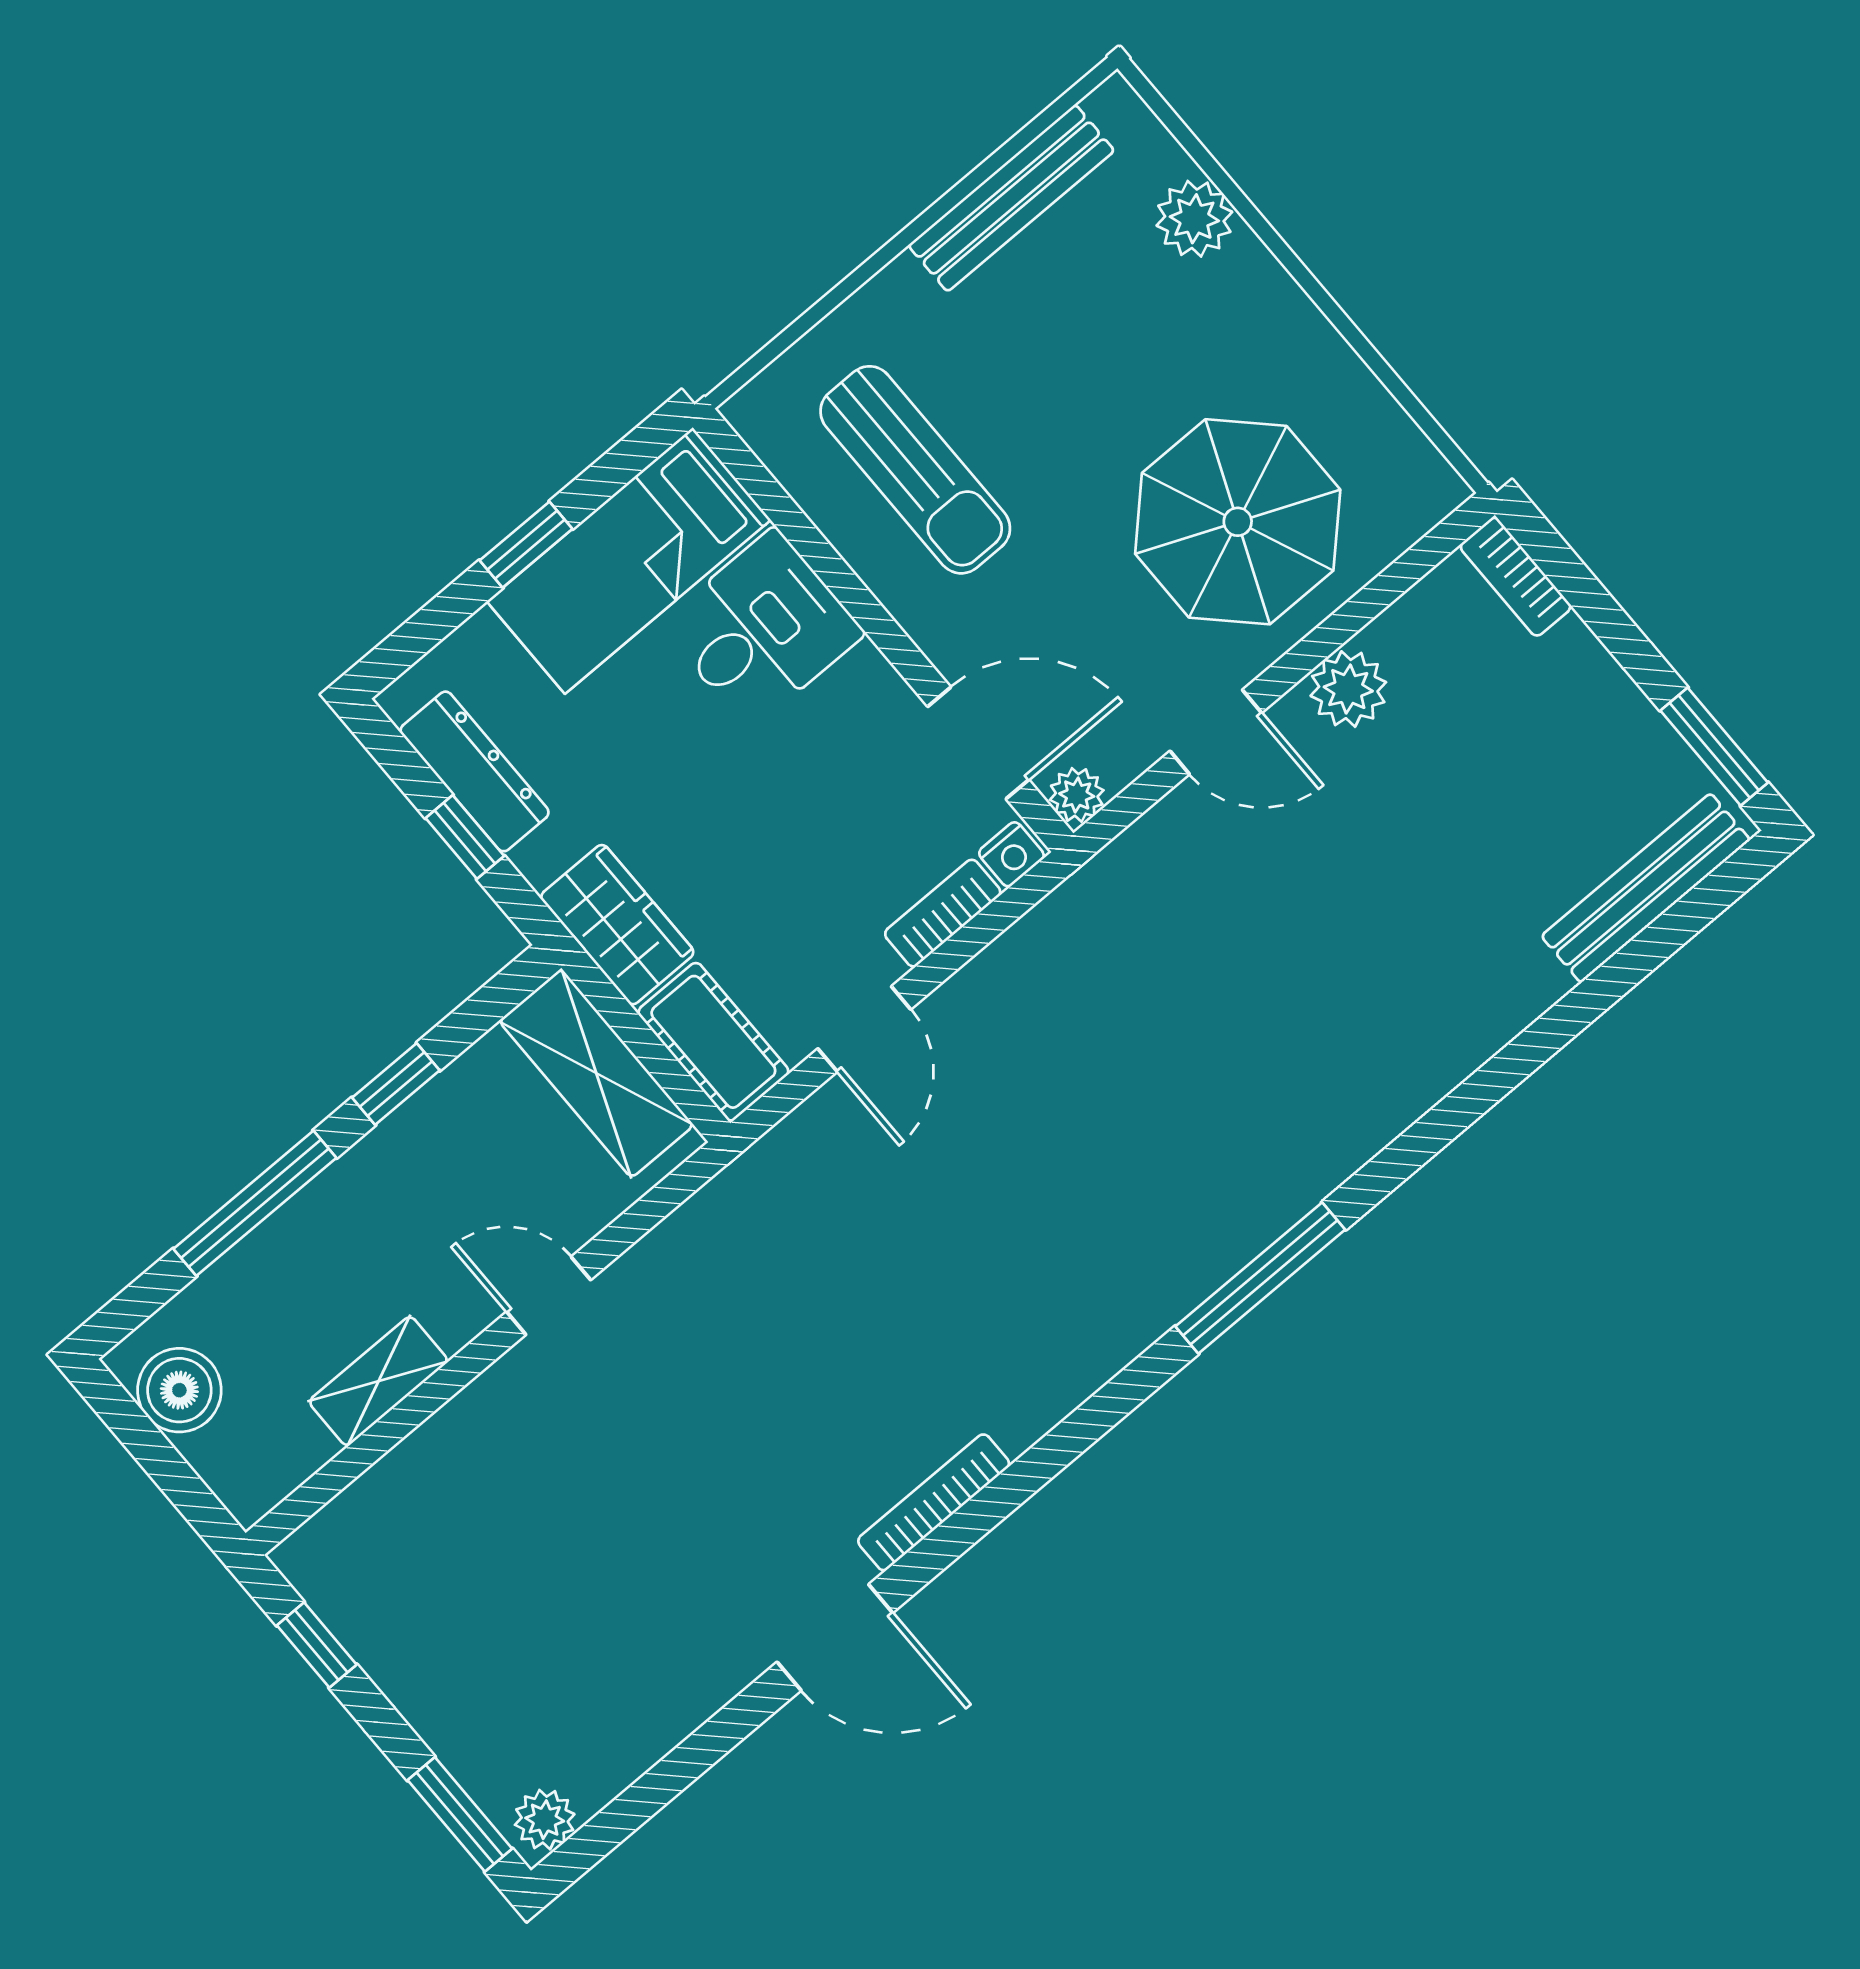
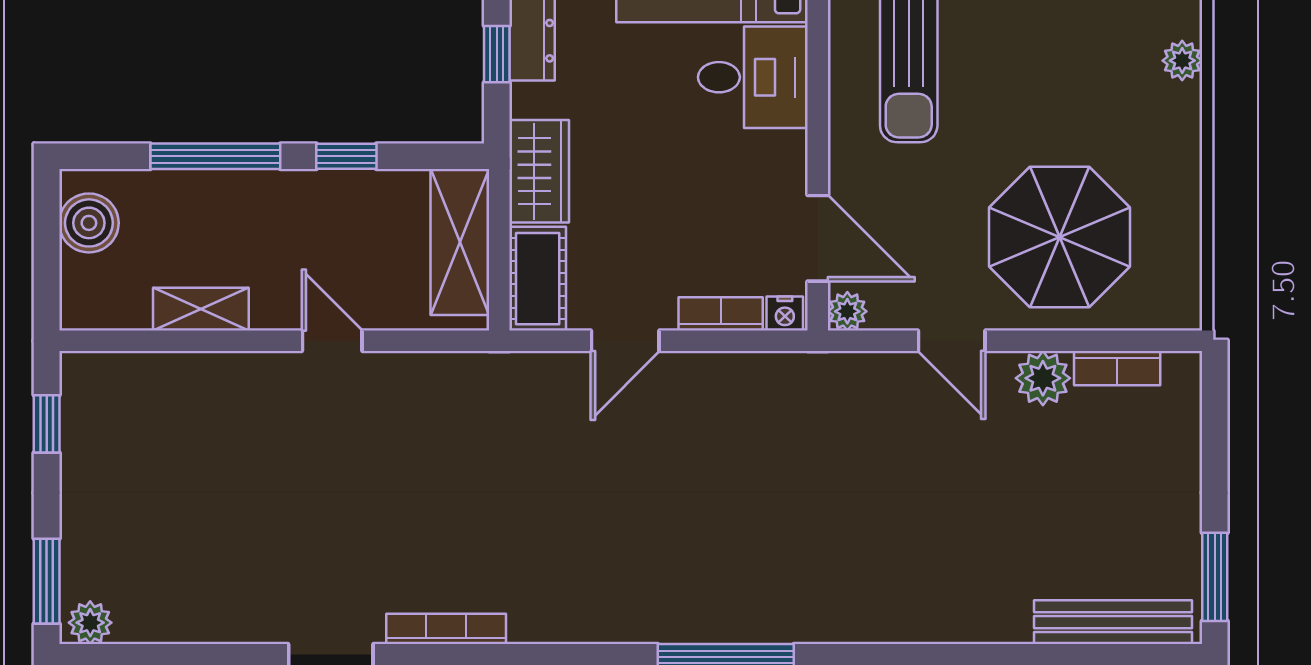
plant: (1194, 219) -> (1182, 61), width x0.73, depth x0.73
bookcase: (1516, 577) -> (1117, 368), moved, turned -90

